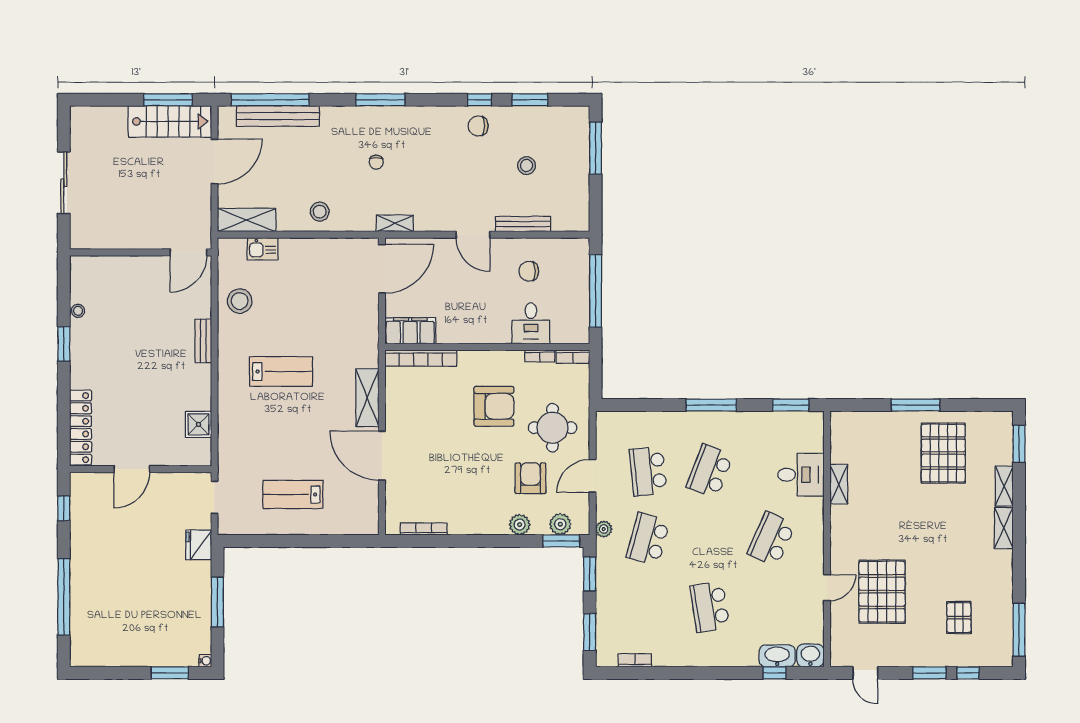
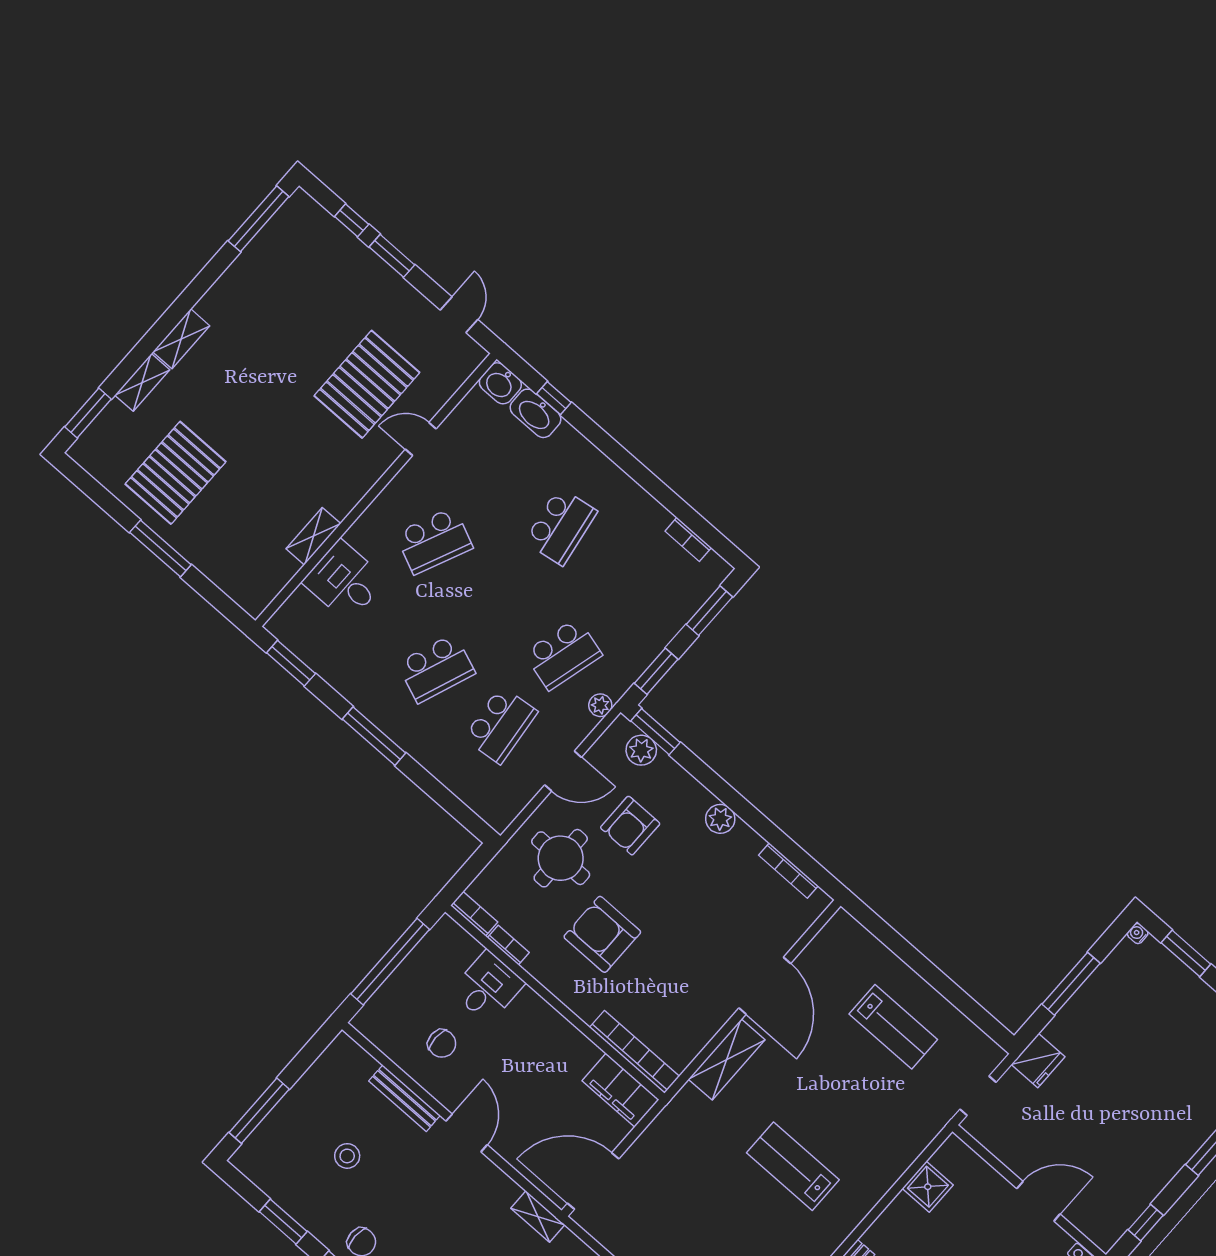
plant: (520, 525) -> (720, 819), moved
pallet: (959, 618) -> (310, 286), removed

